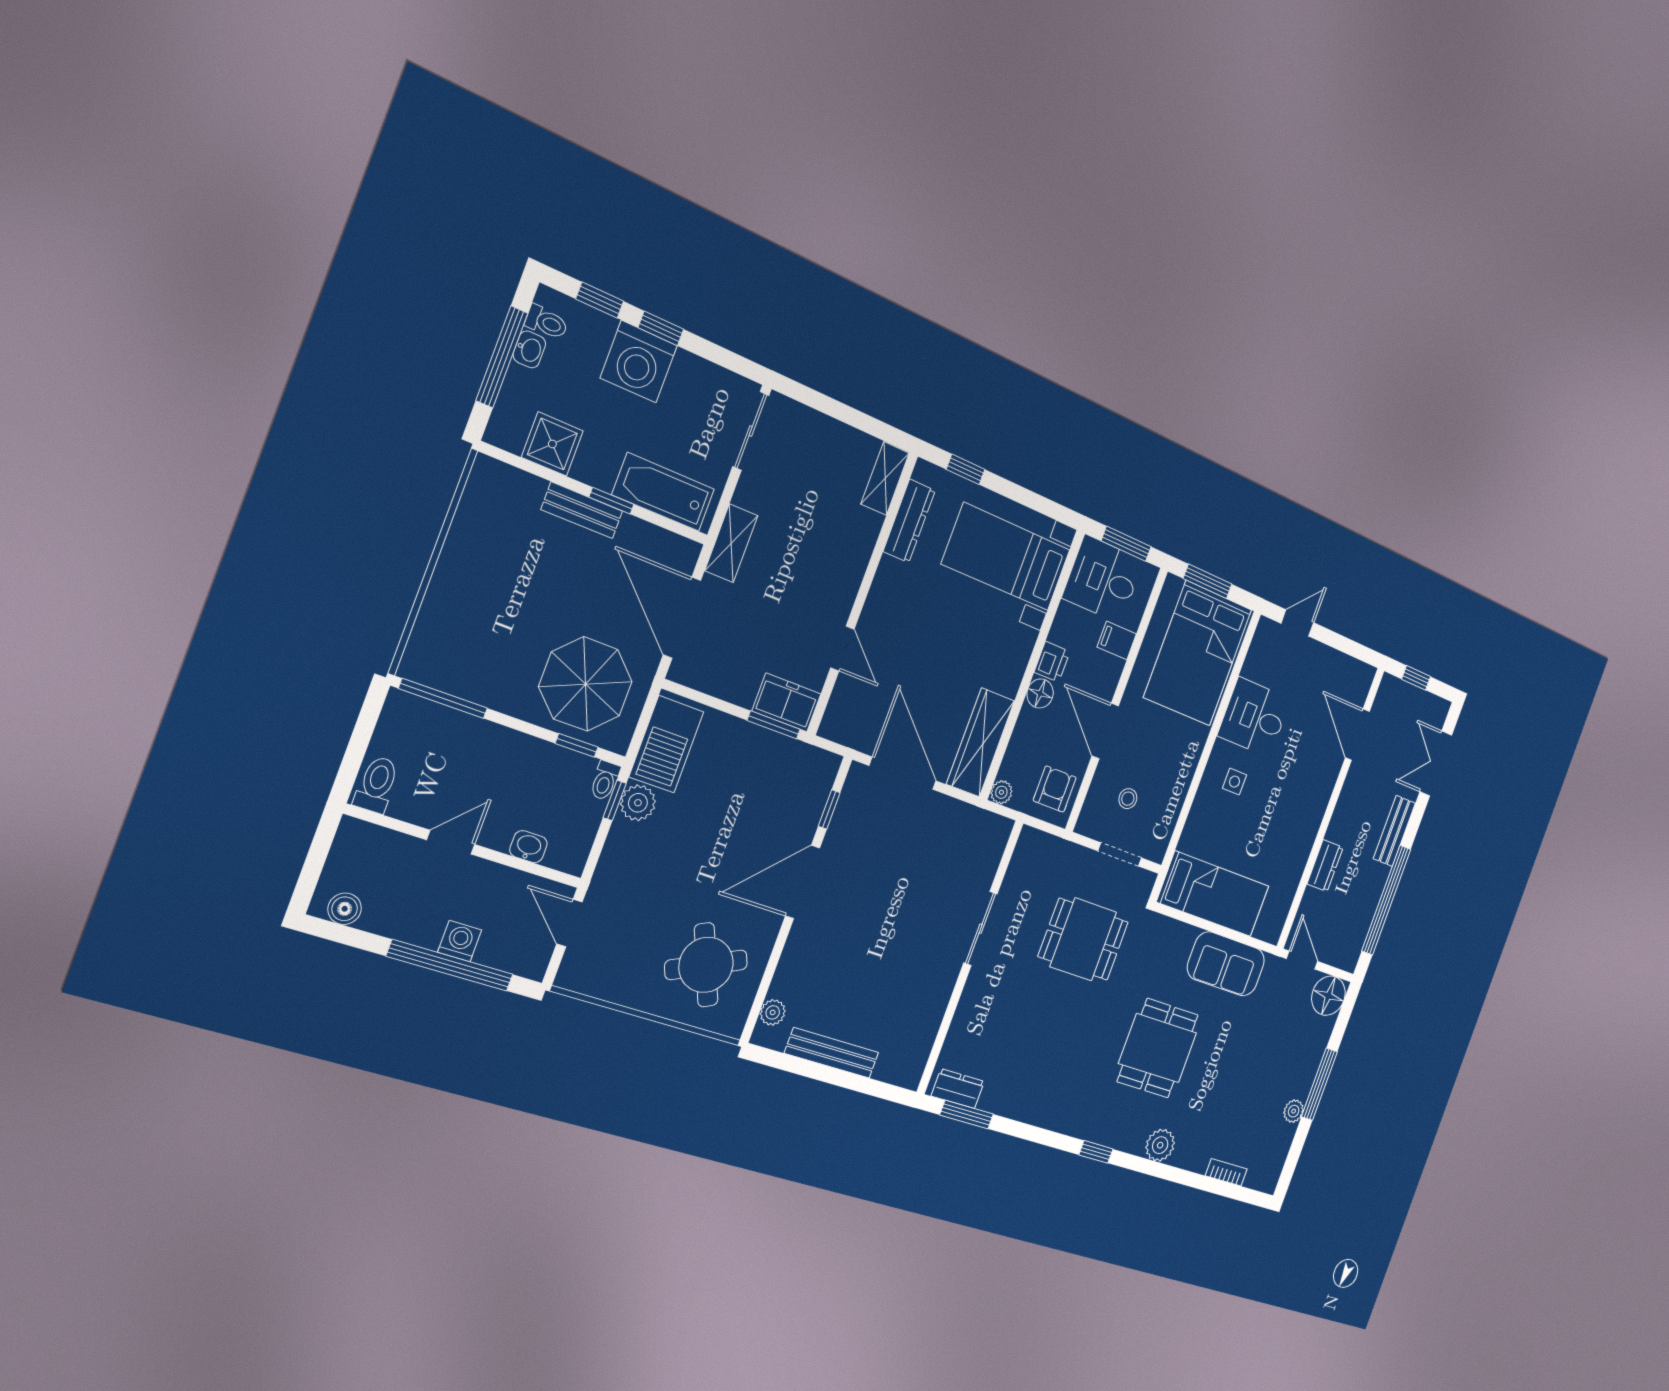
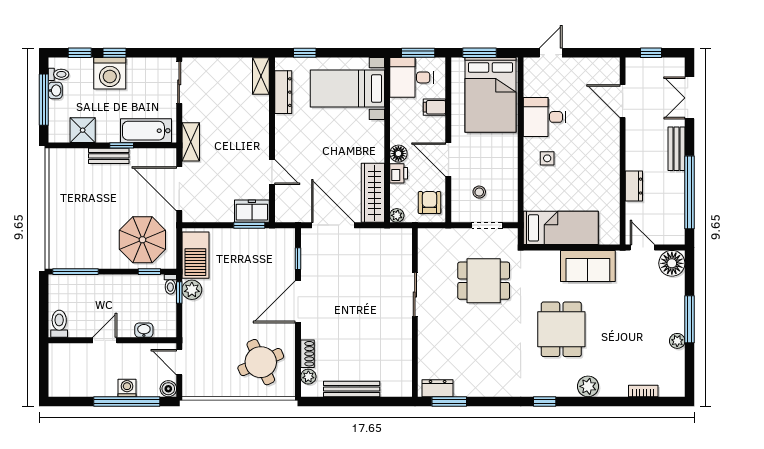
printer: (1052, 662) -> (399, 173), moved
boiler: (345, 909) -> (168, 389), moved
shoe rack: (785, 974) -> (307, 354), added

